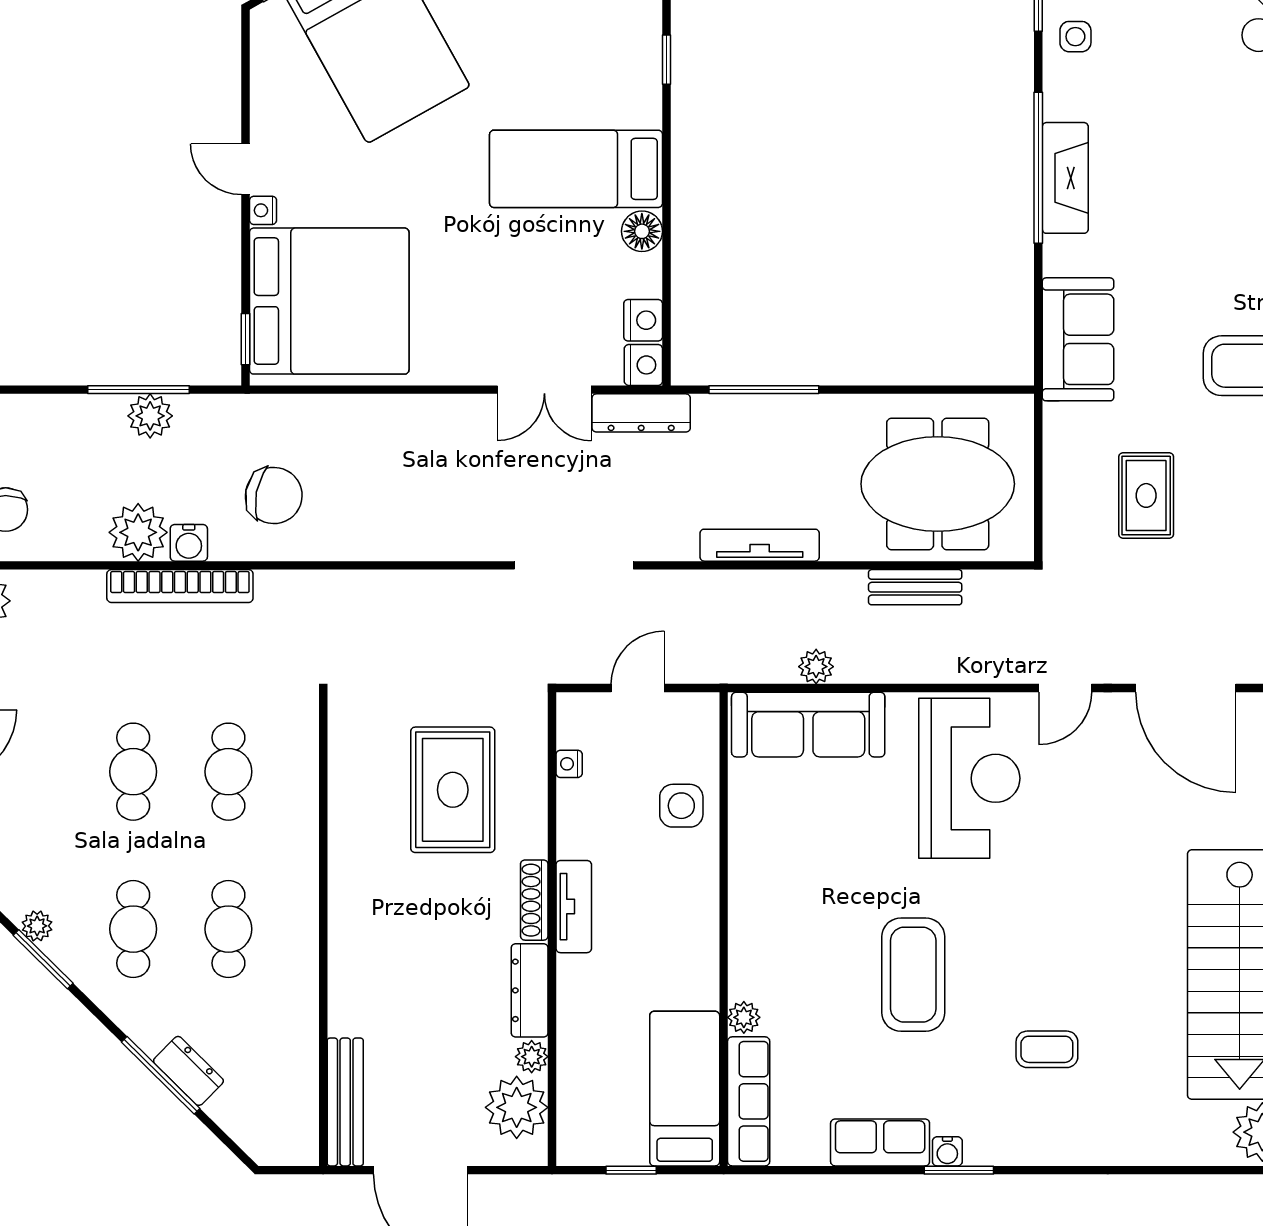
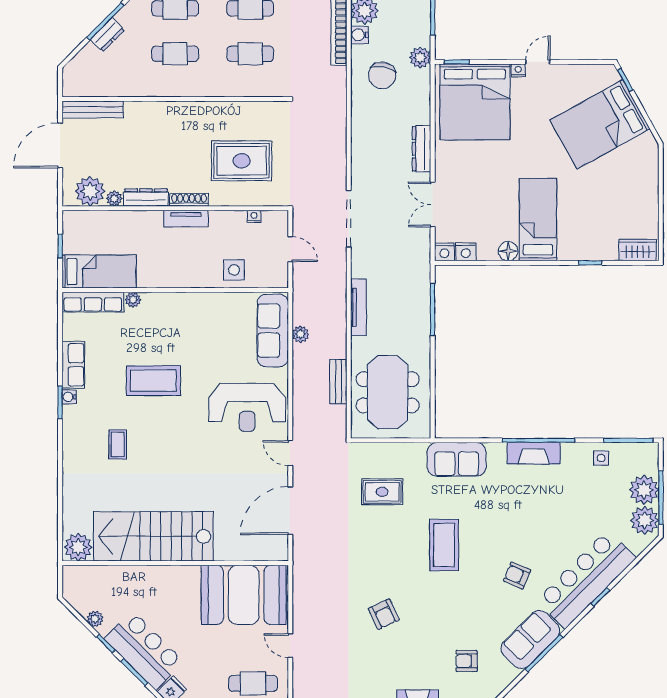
dresser: (641, 413) -> (421, 149), moved
plant: (150, 416) -> (420, 58), moved

